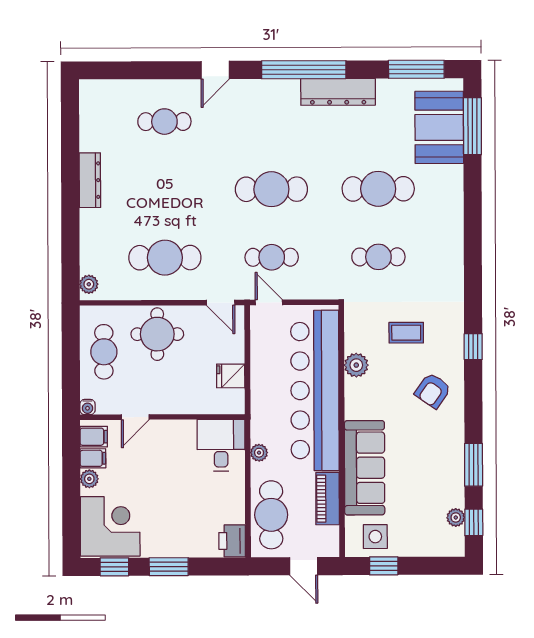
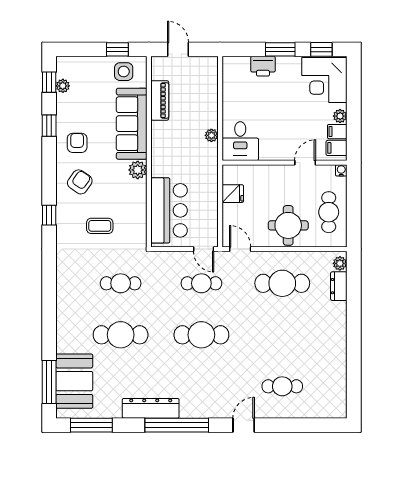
dresser: (90, 180) -> (339, 286), moved, width x0.70
plant: (356, 365) -> (138, 170), moved
bar counter: (315, 390) -> (169, 210), width x0.54
armchair: (436, 442) -> (77, 143), added
window: (474, 465) -> (49, 126), width x0.67
cafe table: (271, 515) -> (202, 88), removed
printer: (232, 541) -> (263, 66), moved, turned 90

